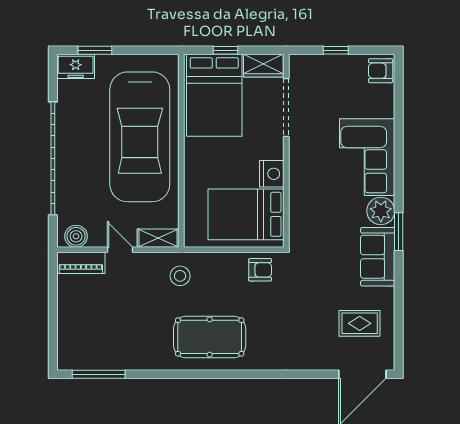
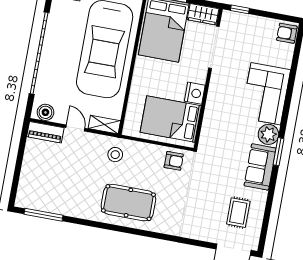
window: (336, 50) -> (240, 9), moved
rug: (360, 323) -> (238, 213), turned 90

